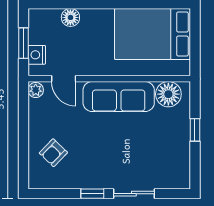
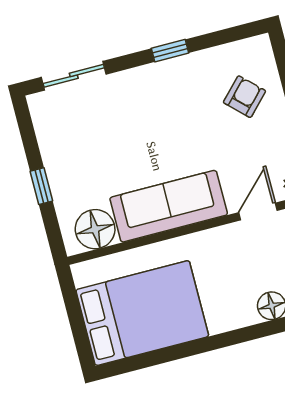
door: (64, 79) -> (258, 211), hinge flipped
sliding door: (134, 194) -> (74, 76), moved

